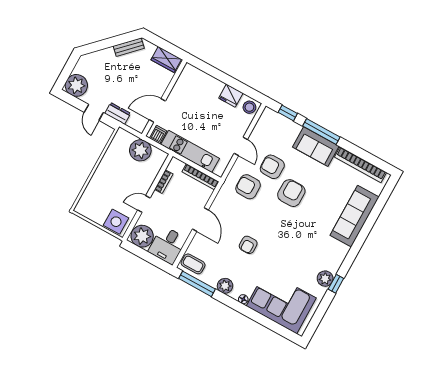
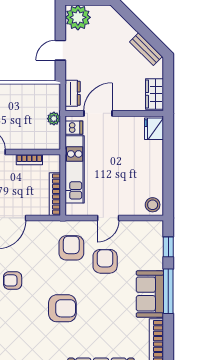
fridge: (231, 96) -> (154, 129), moved
door: (157, 110) -> (98, 113), hinge flipped
dresser: (118, 113) -> (73, 93), moved
plant: (140, 150) -> (54, 119), width x0.53, depth x0.53
armchair: (291, 193) -> (62, 308), moved

